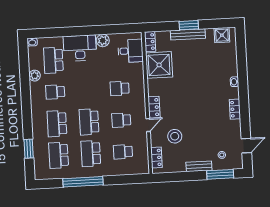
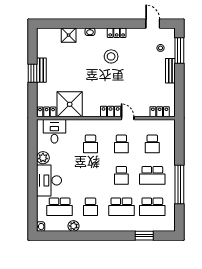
bench: (188, 34) -> (41, 70), width x0.73
shower: (222, 35) -> (69, 35), moved
school desk: (89, 122) -> (121, 175), width x0.54
stool: (175, 136) -> (111, 56), moved

